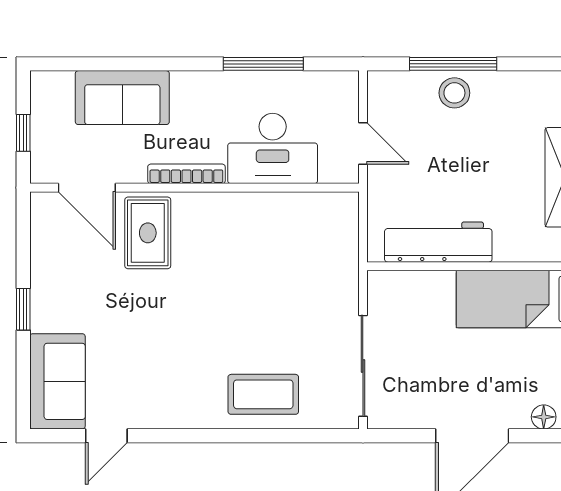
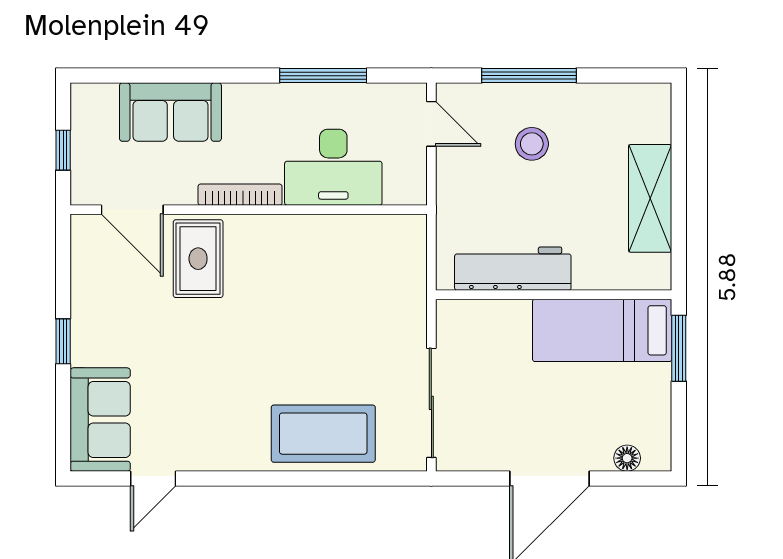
stool: (454, 93) -> (532, 144), moved
door: (363, 144) -> (431, 124), moved
coffee table: (263, 394) -> (323, 434), width x1.36, depth x1.32

